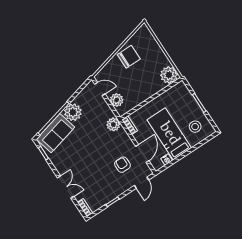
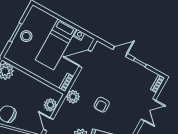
stool: (195, 127) -> (26, 36), moved
armchair: (122, 165) -> (102, 105), moved
door: (142, 183) -> (120, 51), moved
double door: (66, 187) -> (148, 110), swing flipped

